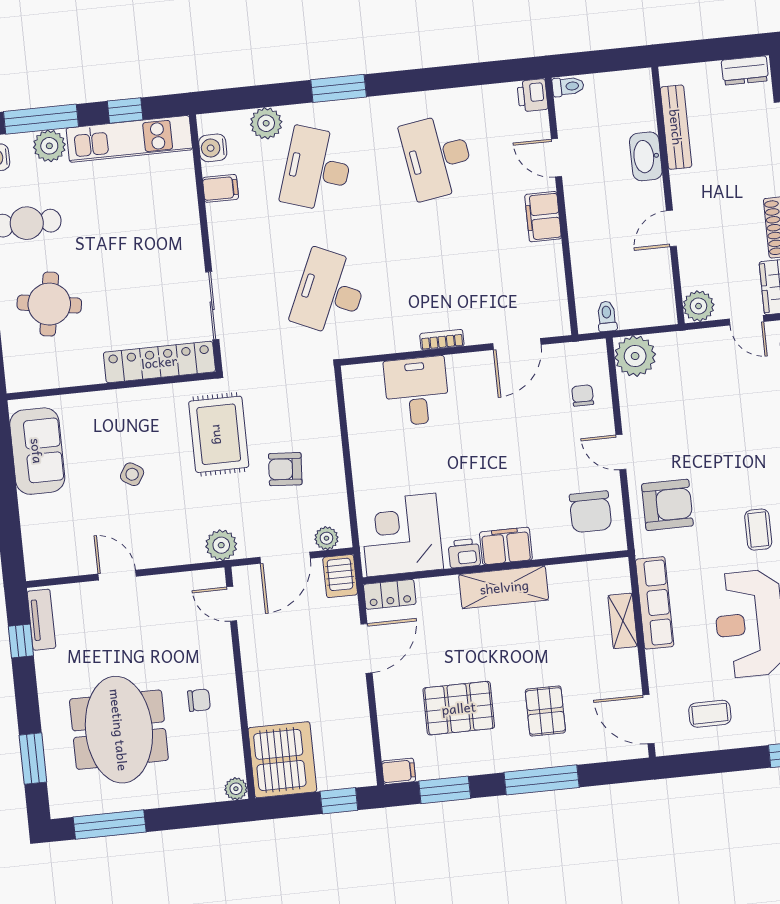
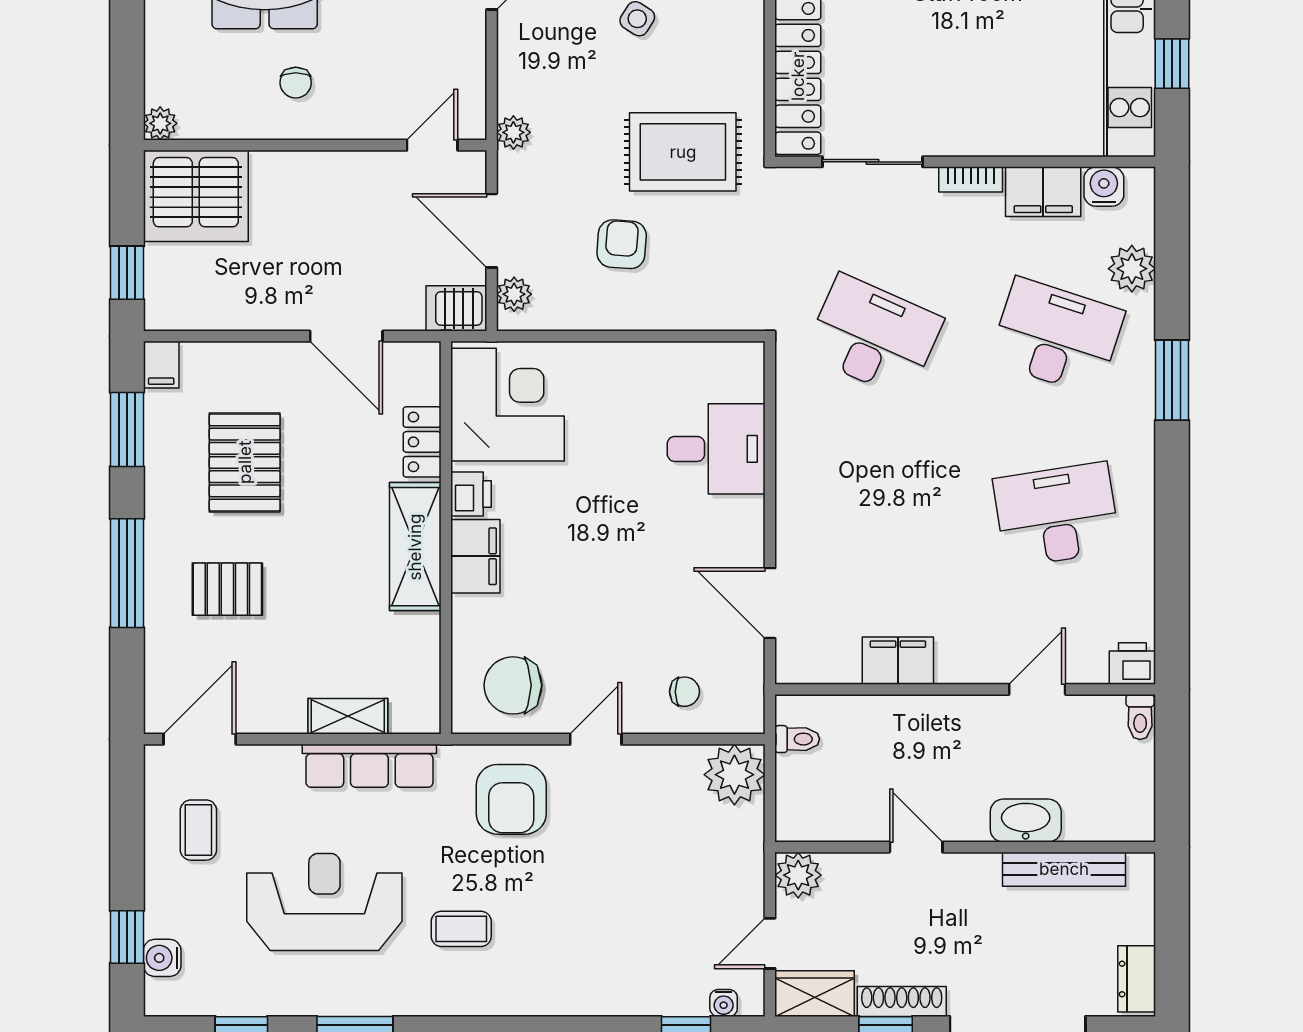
filing cabinet: (220, 188) -> (1043, 192), width x2.00
filing cabinet: (543, 217) -> (898, 661), moved
bookcase: (442, 340) -> (971, 179), moved, turned 90
plant: (221, 545) -> (513, 132), width x0.73, depth x0.73
locker: (390, 594) -> (422, 442), moved

